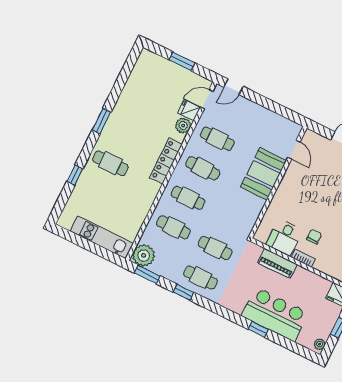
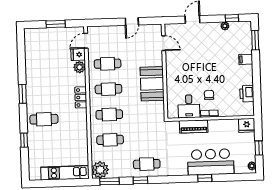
door: (233, 87) -> (132, 21), moved
locker: (166, 161) -> (81, 97), width x0.66
booth: (263, 174) -> (152, 84), moved
cafe table: (215, 248) -> (146, 139), removed

